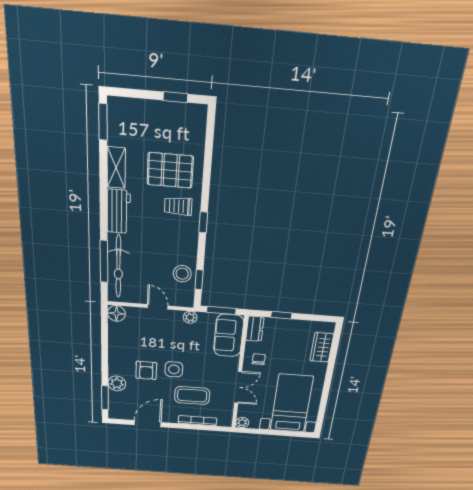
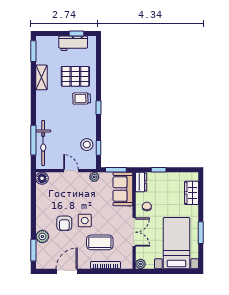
workbench: (119, 211) -> (73, 43), moved, turned 90
window: (325, 394) -> (201, 233), added

